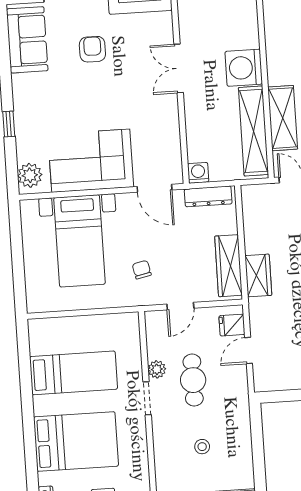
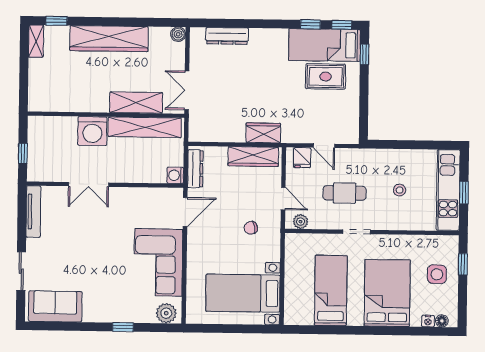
armchair: (92, 49) -> (67, 254), removed
bed with nightstands: (80, 241) -> (243, 293), moved, turned 180
plant: (157, 369) -> (300, 222), moved

